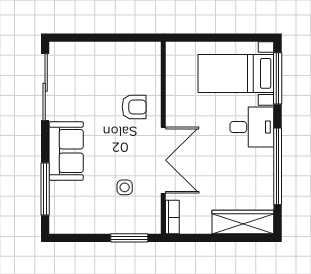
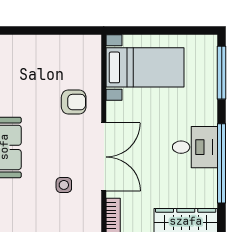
bed with nightstands: (236, 73) -> (145, 67), moved, turned 180
desk: (252, 127) -> (195, 147), moved

